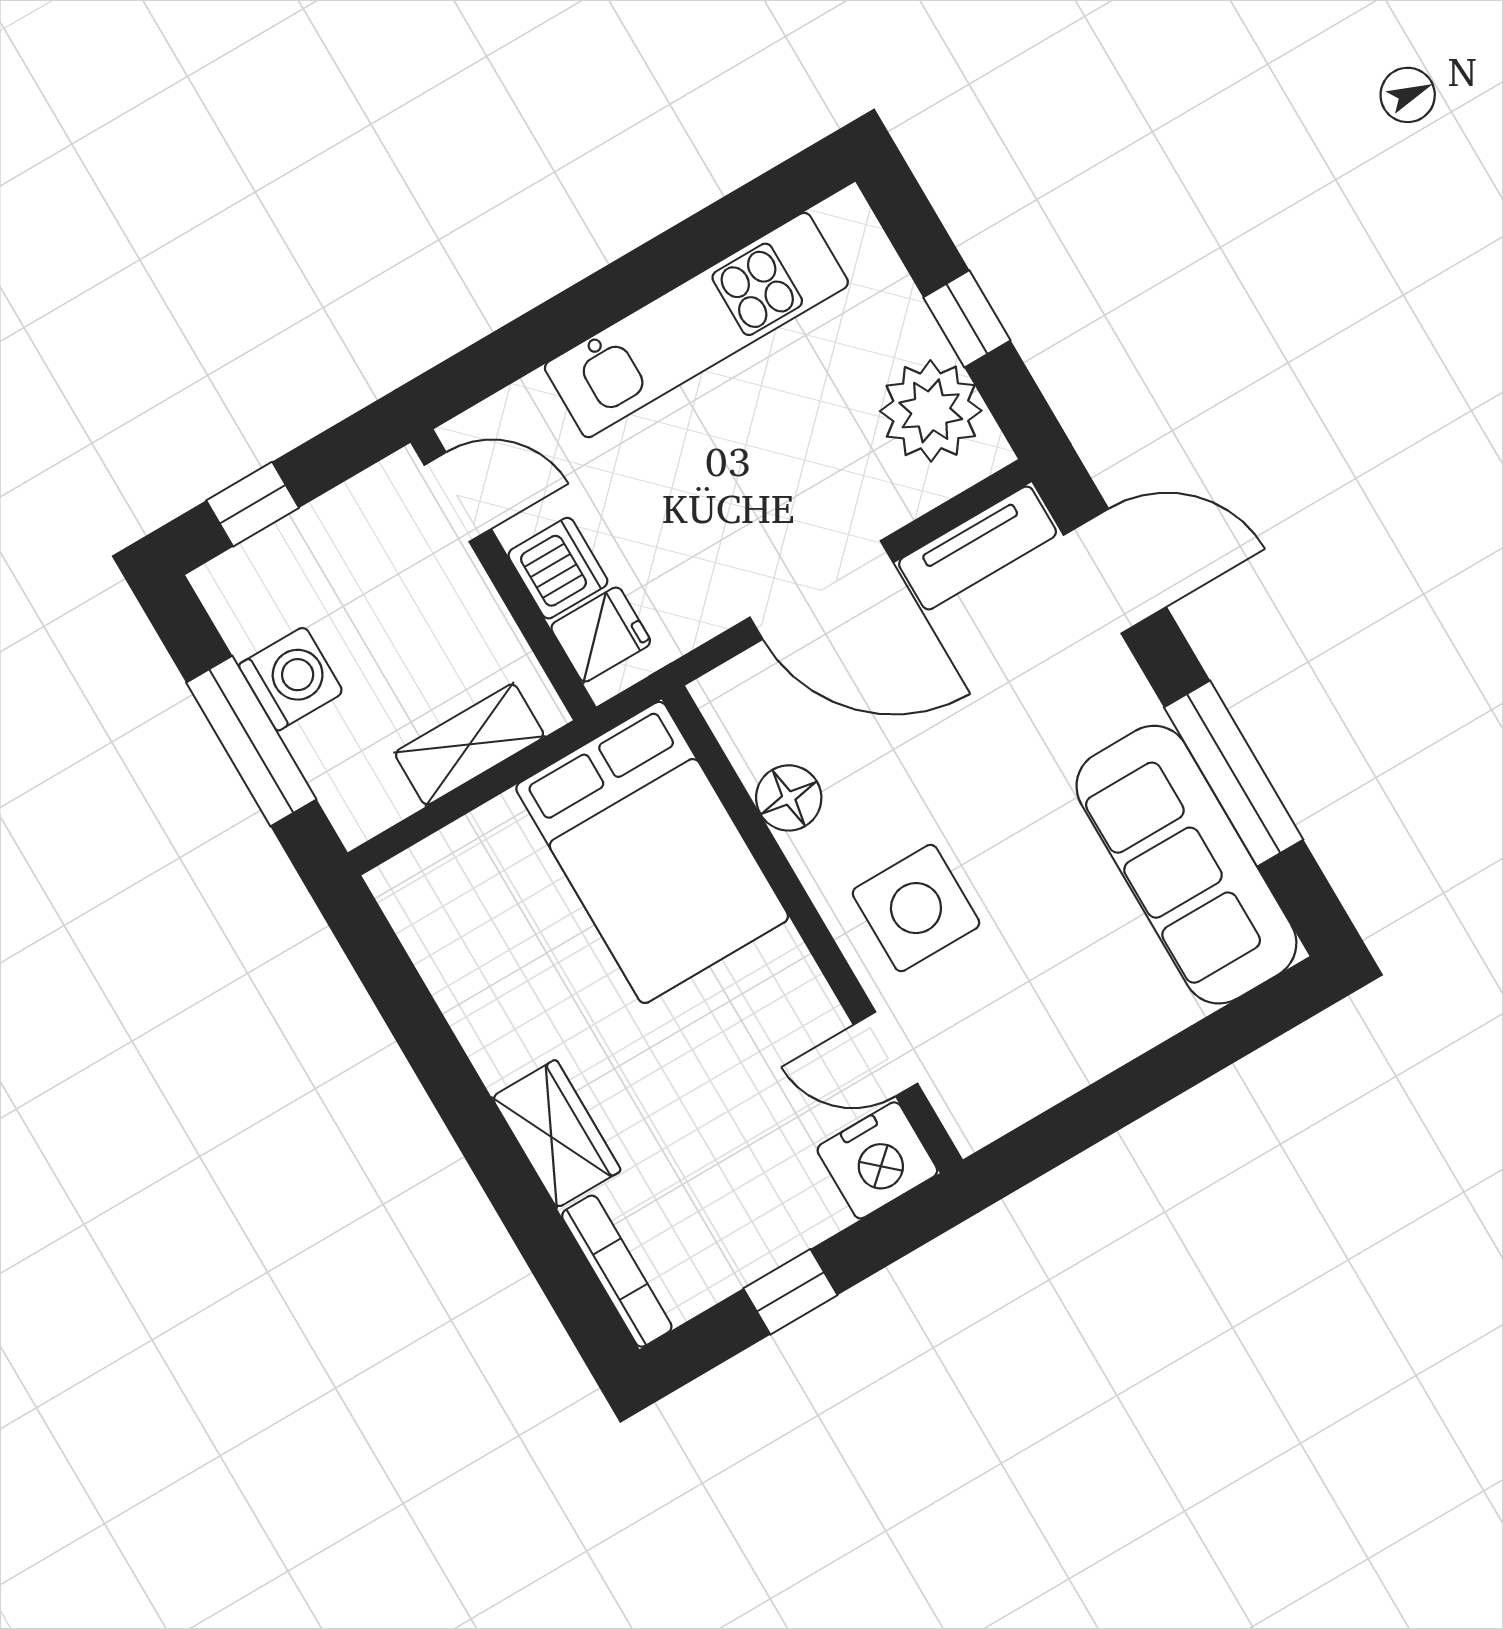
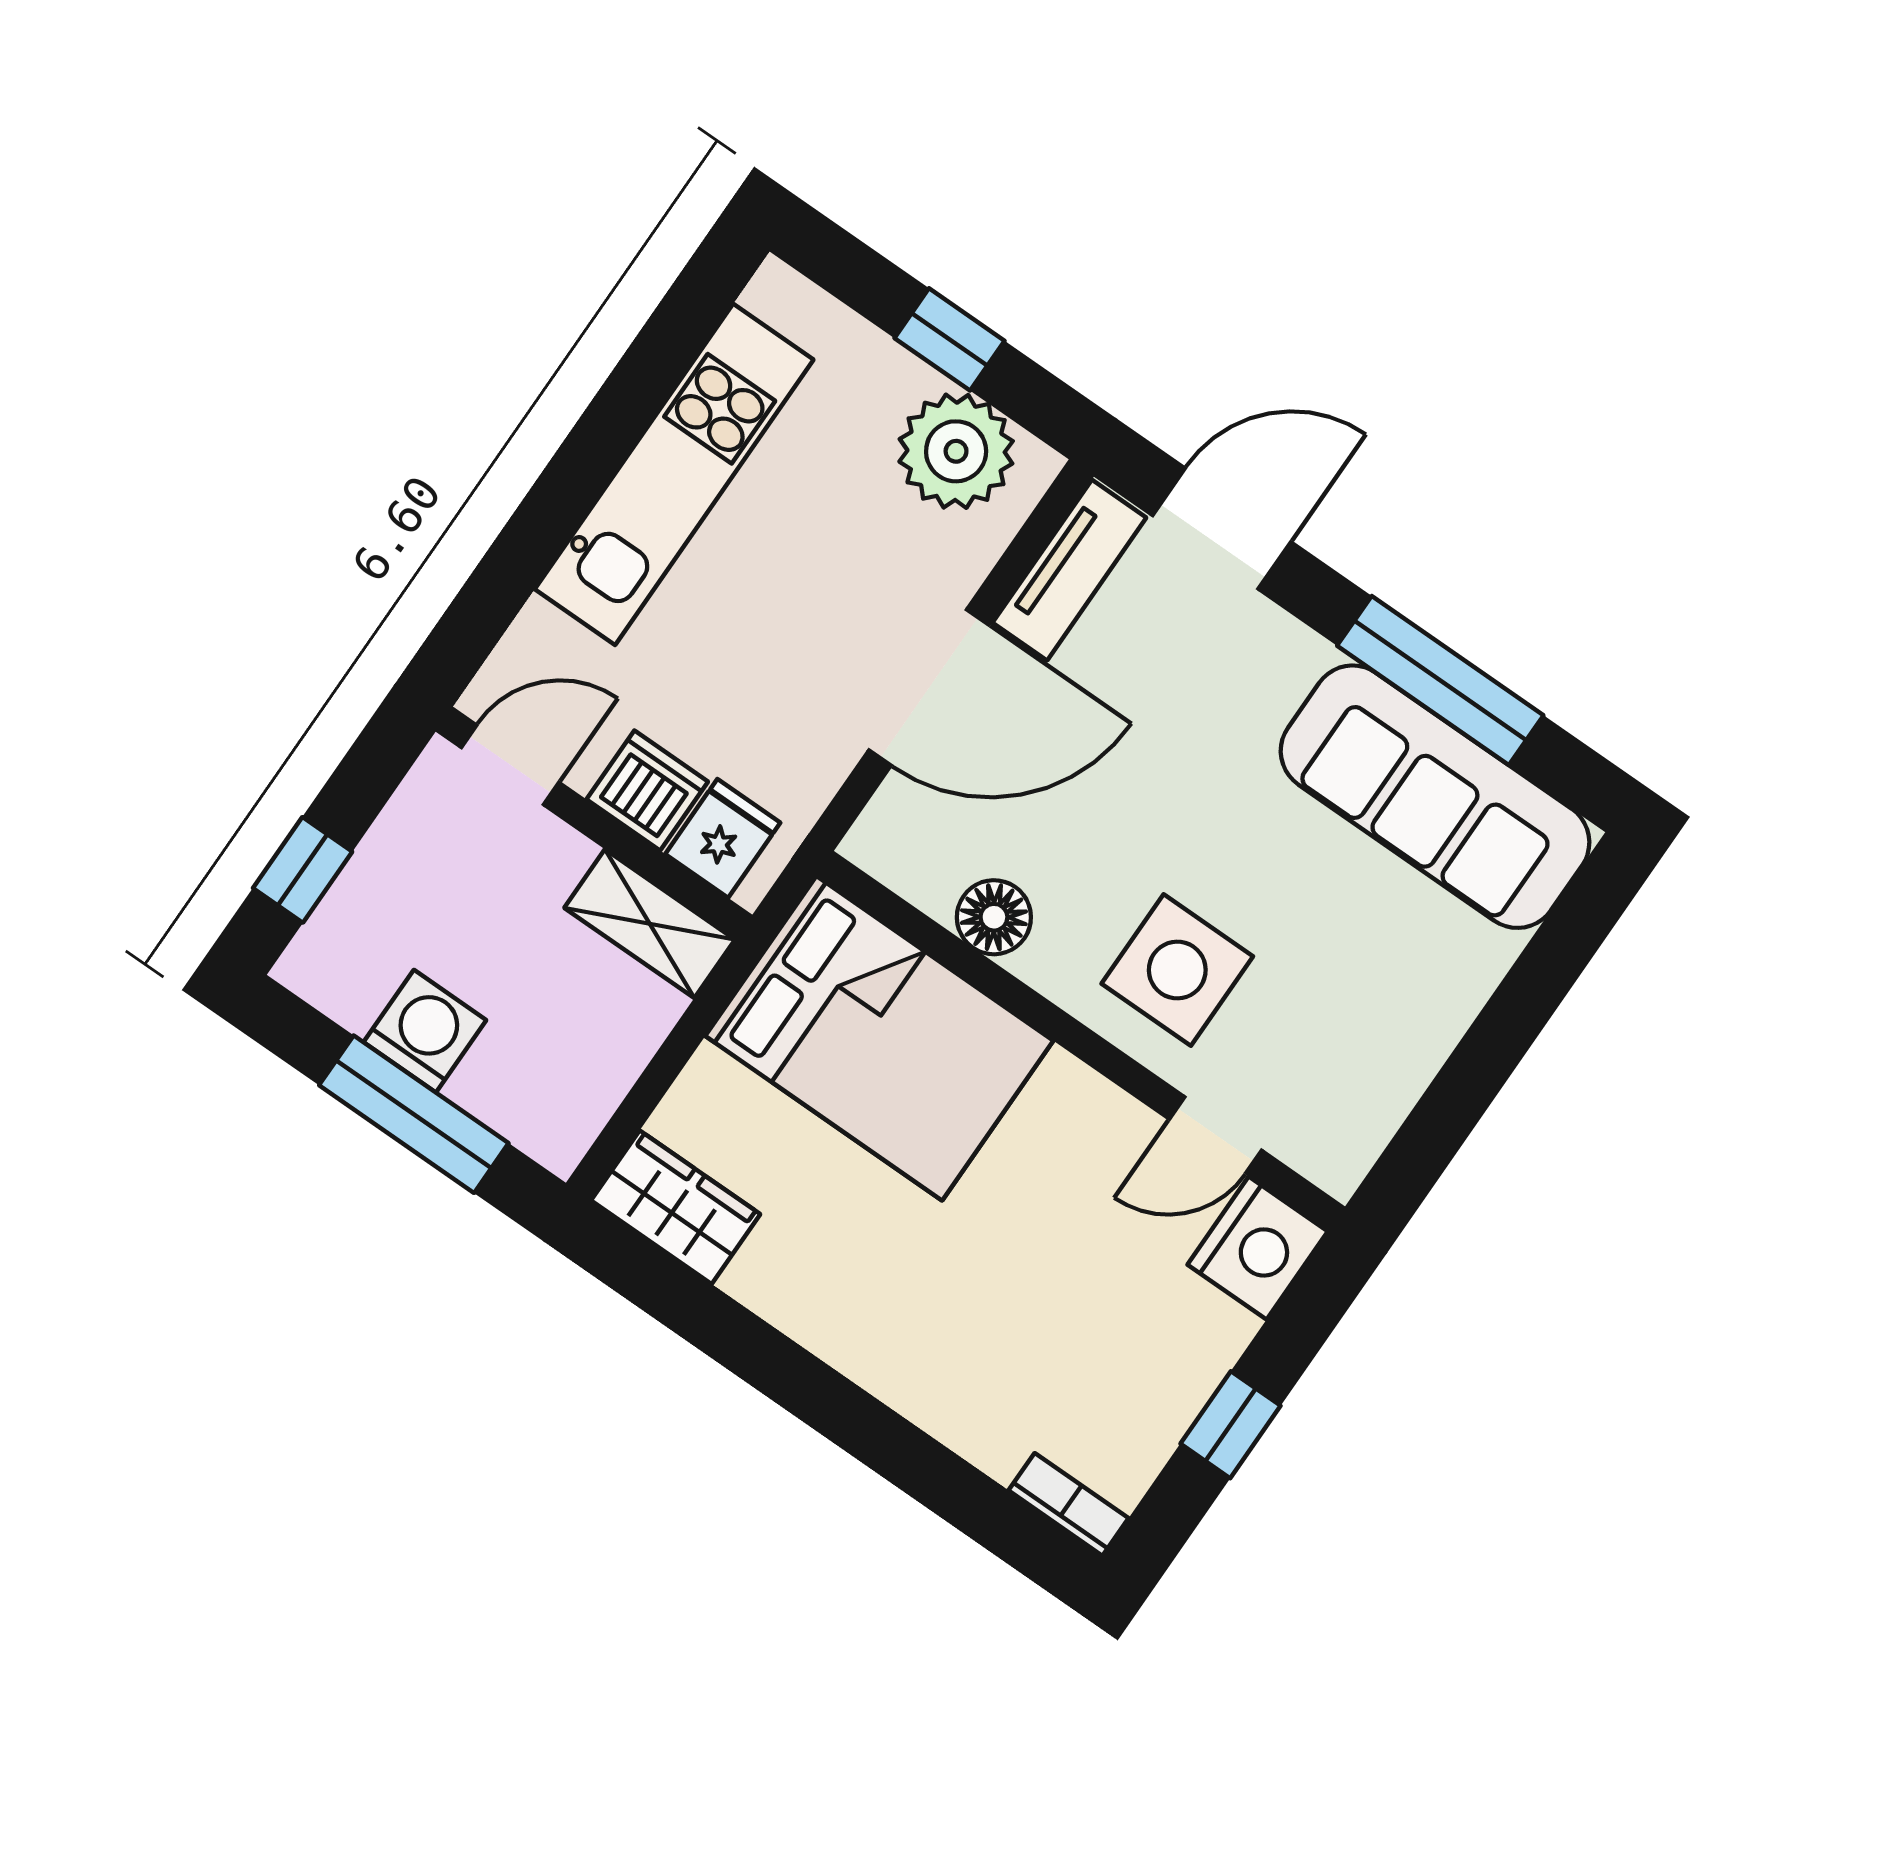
shelving: (469, 744) -> (650, 924), moved, turned 90
wardrobe: (556, 1134) -> (676, 1207), moved
bookcase: (617, 1271) -> (1069, 1504), width x0.64

